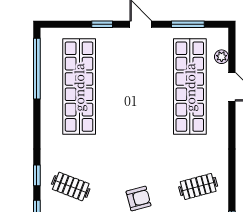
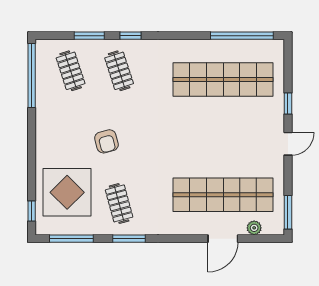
window: (188, 24) -> (288, 212), moved
window: (232, 177) -> (129, 239), added
clothes rail: (71, 186) -> (119, 71), turned -39

